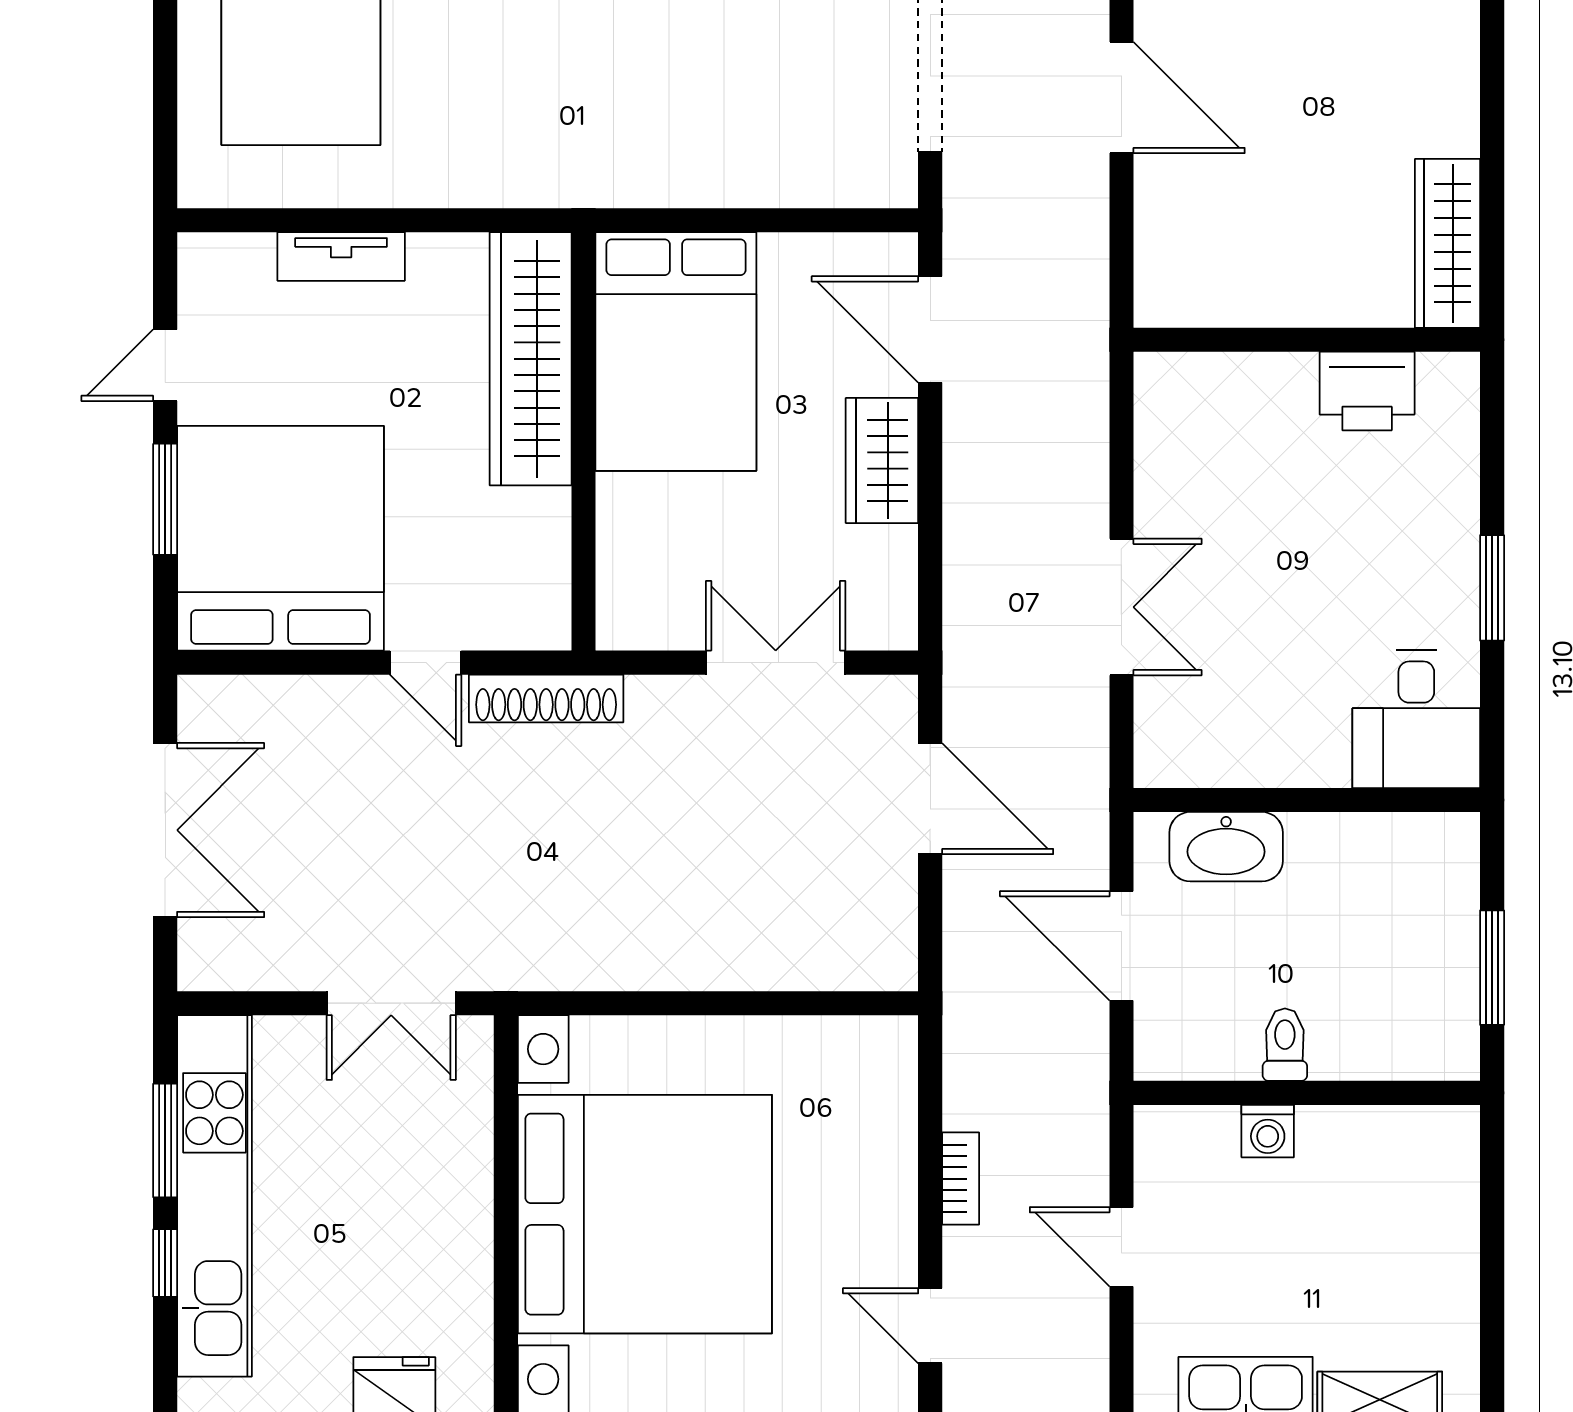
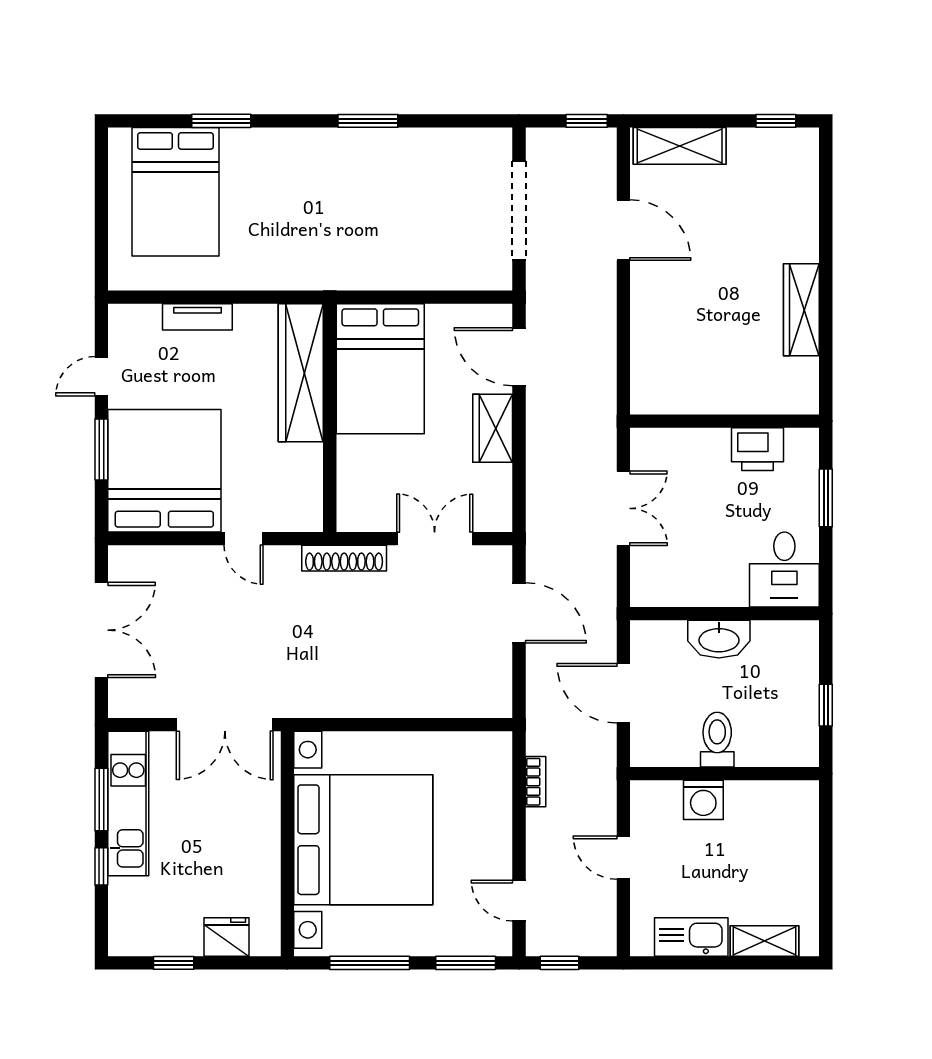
wall: (1307, 340) -> (725, 421), moved
printer: (1367, 391) -> (758, 449), moved
shoe rack: (546, 698) -> (344, 558), moved
washbasin: (1226, 847) -> (719, 639), moved
window: (1492, 968) -> (826, 705), width x0.67
double door: (391, 1003) -> (225, 725), width x1.37
toilet: (1285, 1045) -> (717, 740), width x1.37, depth x1.39
washing machine: (1268, 1131) -> (703, 800), width x1.38, depth x1.38
bookcase: (961, 1179) -> (536, 782), moved
kitchen unit: (214, 1196) -> (128, 803), width x0.73

